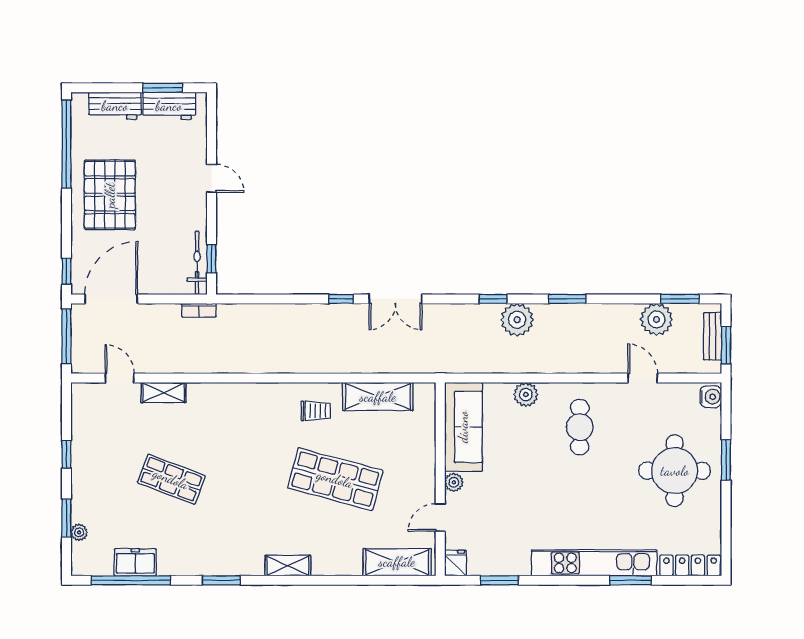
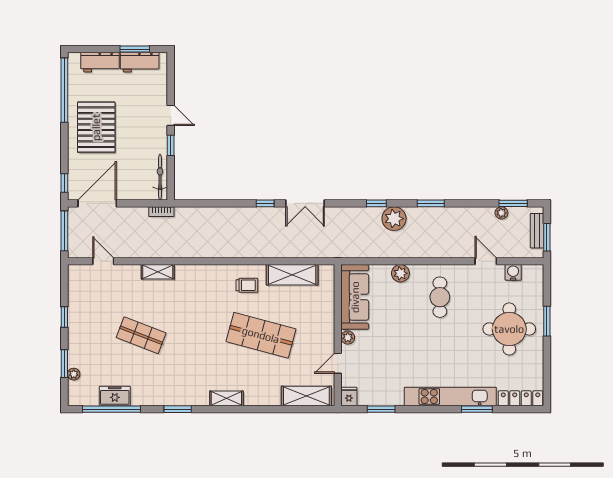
window: (212, 259) -> (171, 145), moved
plant: (656, 319) -> (501, 213), width x0.53, depth x0.53
shelving: (164, 393) -> (158, 272), moved
water cooler: (711, 397) -> (513, 272), moved, turned -90

